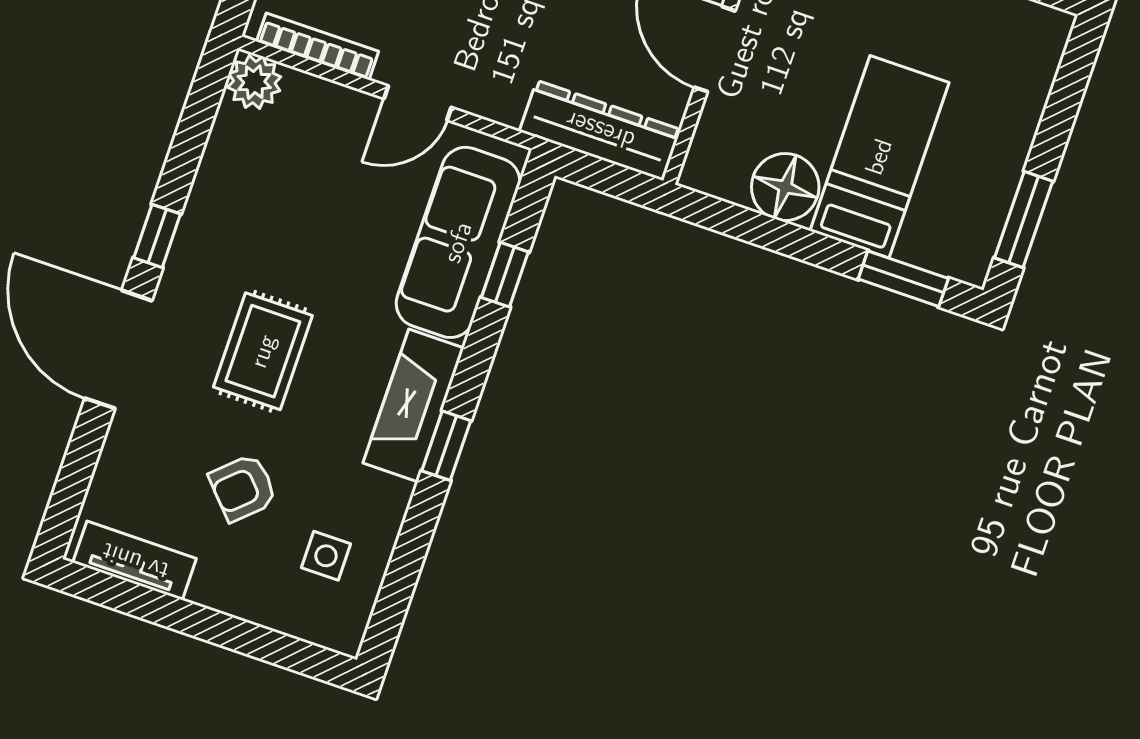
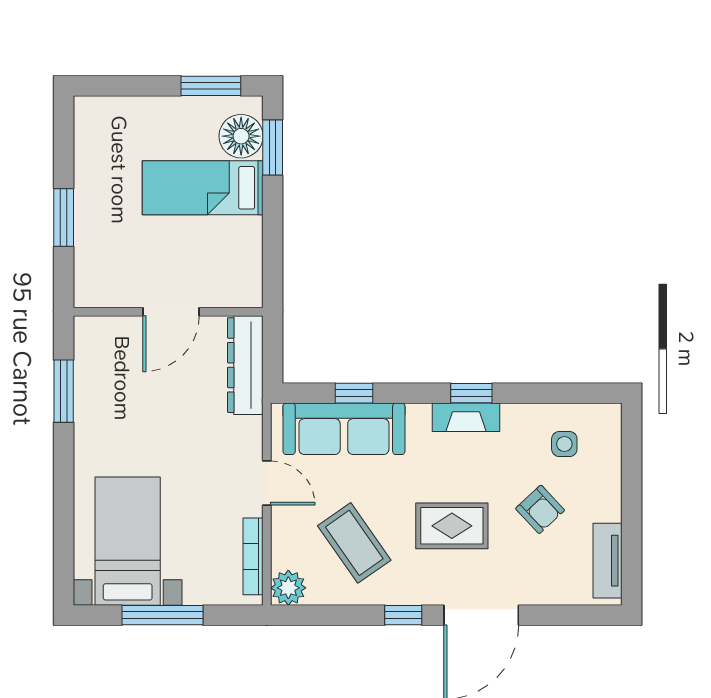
floor lamp: (785, 187) -> (241, 136), moved
coffee table: (287, 201) -> (354, 543), added
fireplace: (414, 405) -> (466, 417), width x0.73, depth x0.76

